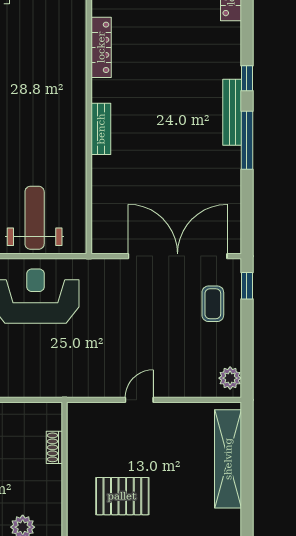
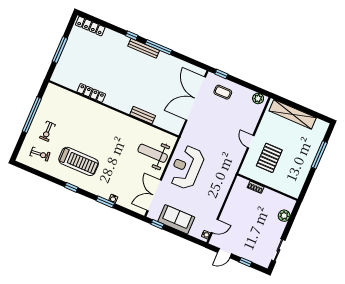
bench: (101, 129) -> (143, 115), moved
pallet: (122, 496) -> (269, 158), moved

